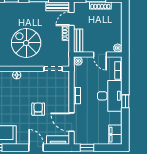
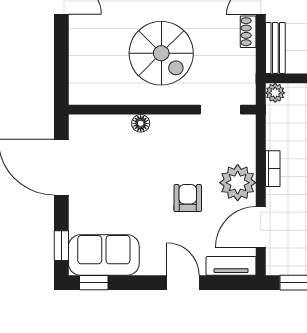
spiral stairs: (26, 43) -> (161, 53), turned 180
plant: (61, 102) -> (238, 183), added
door: (72, 122) -> (261, 227), hinge flipped

